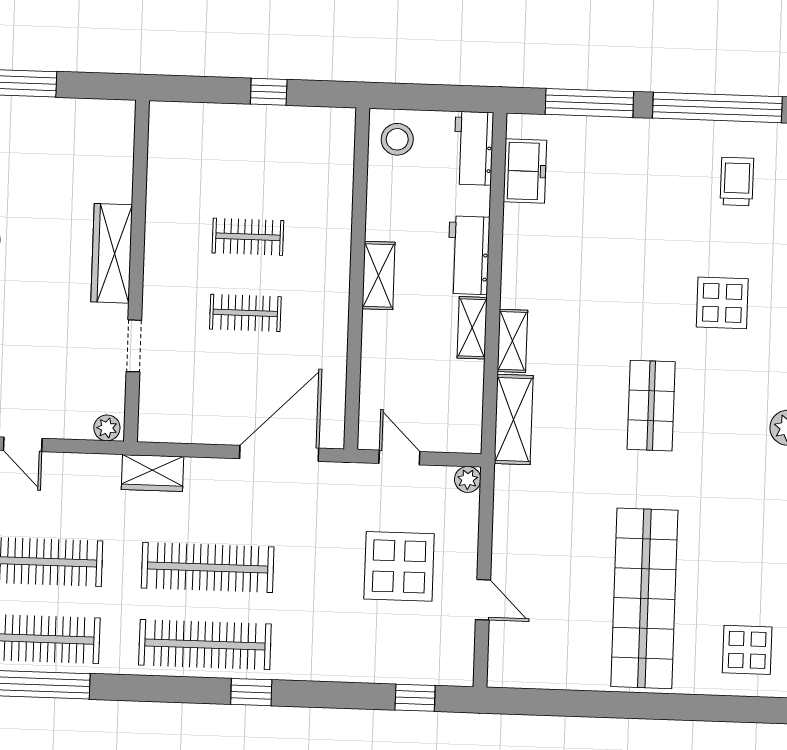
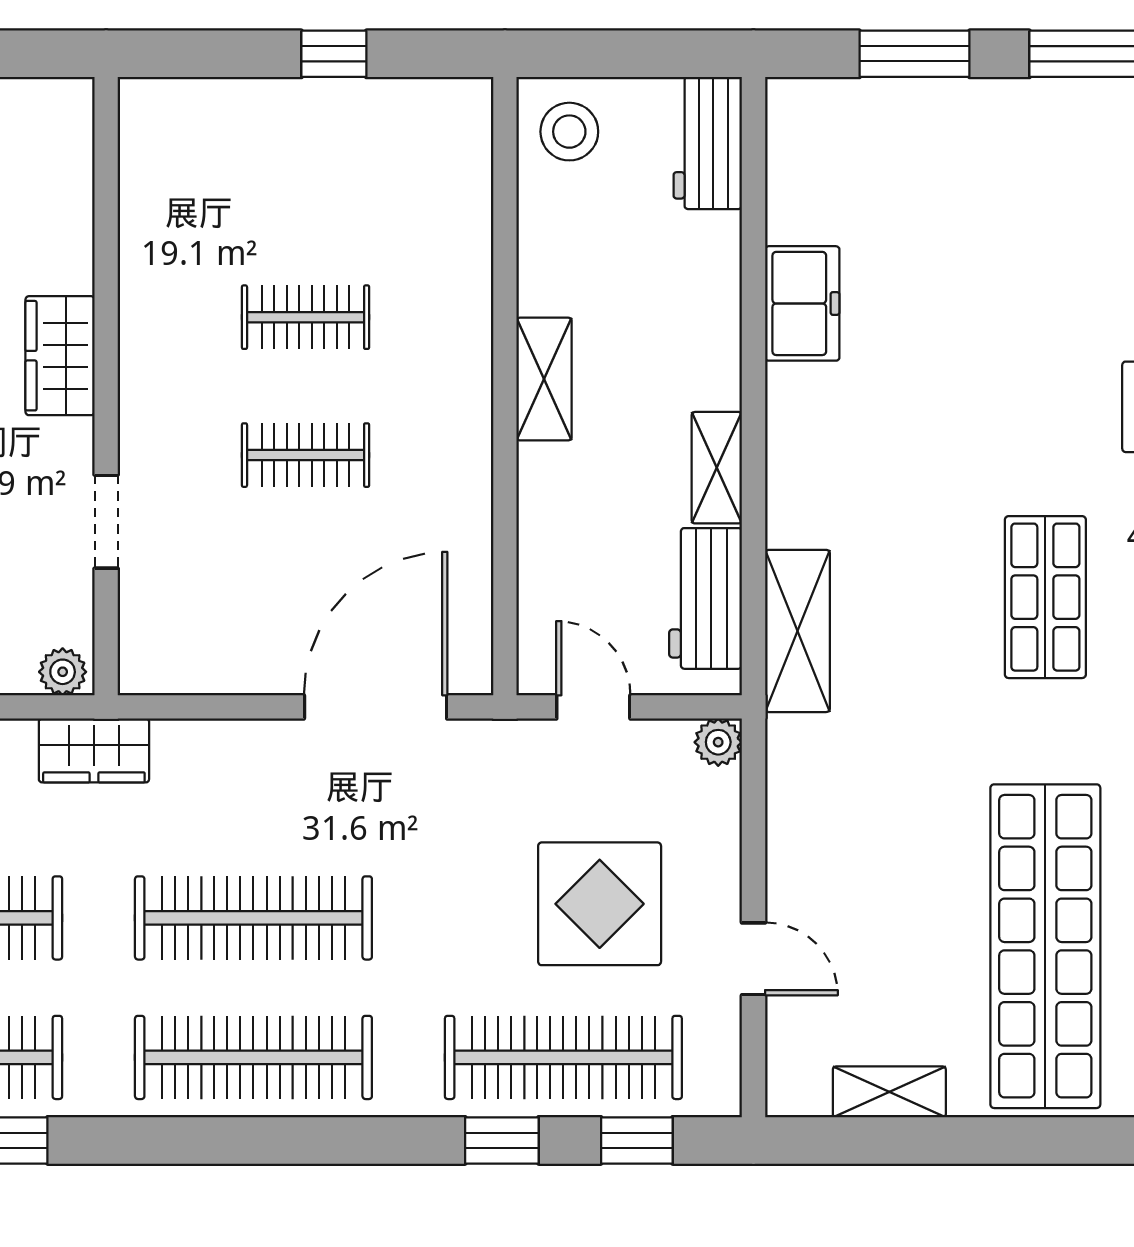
window: (589, 103) -> (914, 54), width x0.69
freezer: (525, 171) -> (802, 303), moved
wardrobe: (112, 253) -> (60, 356), width x0.67
workbench: (468, 255) -> (706, 598), moved
shelving: (512, 341) -> (889, 1092), moved, turned 90
wardrobe: (153, 473) -> (94, 750), moved
clothes rail: (376, 651) -> (563, 1057), added
window: (251, 692) -> (502, 1140), moved

